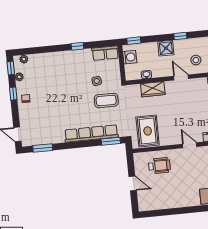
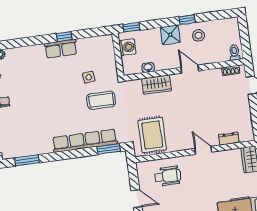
row of seats: (105, 53) -> (61, 49), moved
stool: (196, 60) -> (198, 35), moved

